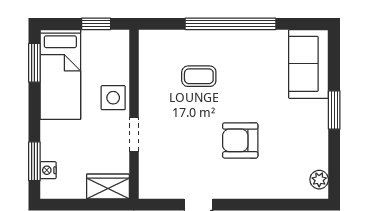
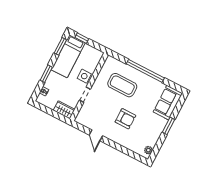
window: (96, 24) -> (82, 38), moved
coffee table: (199, 76) -> (122, 85), width x1.86, depth x1.72
armchair: (240, 140) -> (125, 119), turned 180
window: (34, 161) -> (46, 74), moved

